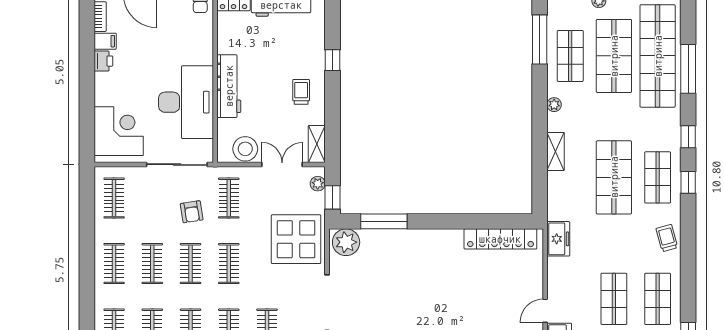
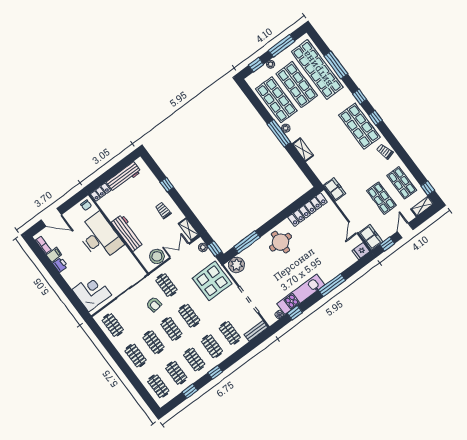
window: (540, 40) -> (279, 133), moved
shop shelf: (570, 56) -> (276, 100), width x1.43, depth x1.36
desk: (186, 102) -> (99, 237), moved
shop shelf: (614, 177) -> (339, 141), removed
shop shelf: (658, 177) -> (359, 126), width x1.43, depth x1.36
round table: (430, 256) -> (280, 242), added

